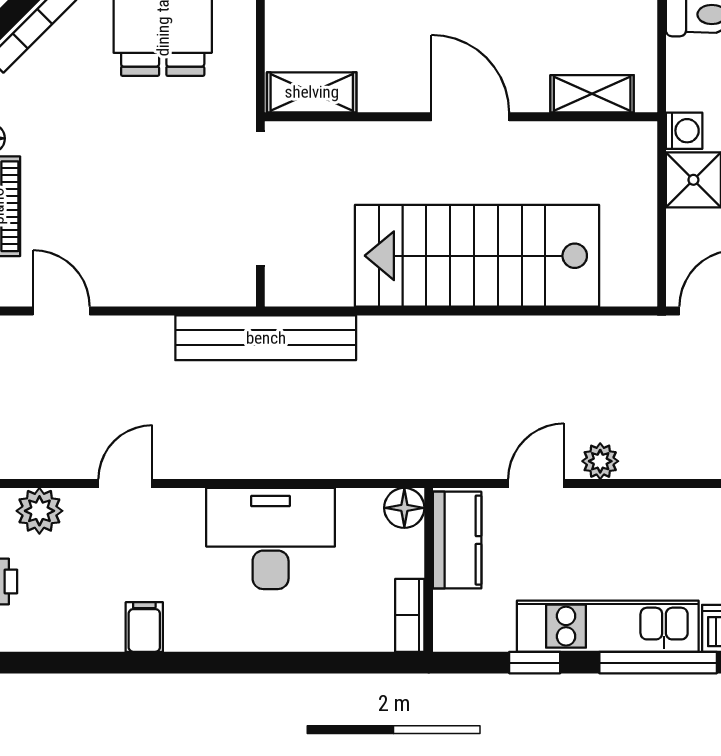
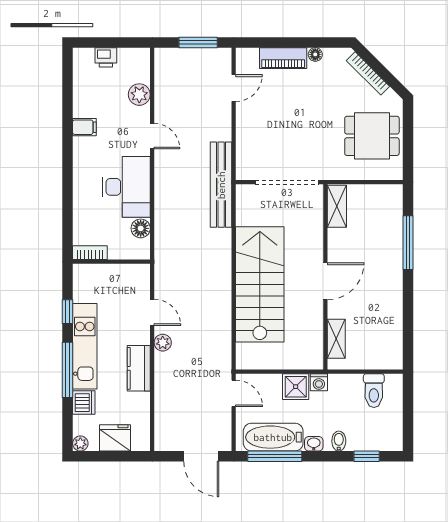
door: (125, 484) -> (152, 136), moved
floor lamp: (404, 508) -> (141, 228), moved
plant: (39, 511) -> (139, 95), moved
kitchen counter: (457, 540) -> (139, 368), moved, turned 90

